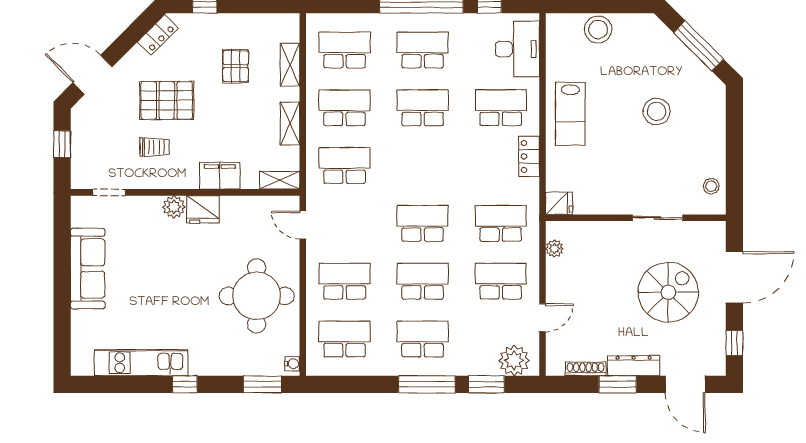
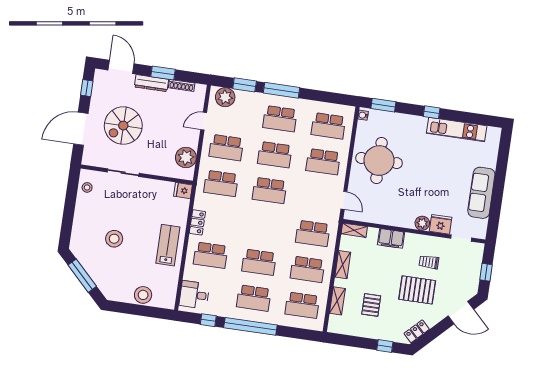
desk: (517, 49) -> (194, 295), width x0.73
fridge: (203, 209) -> (441, 224), moved
plant: (554, 249) -> (186, 157), width x1.87, depth x1.87

